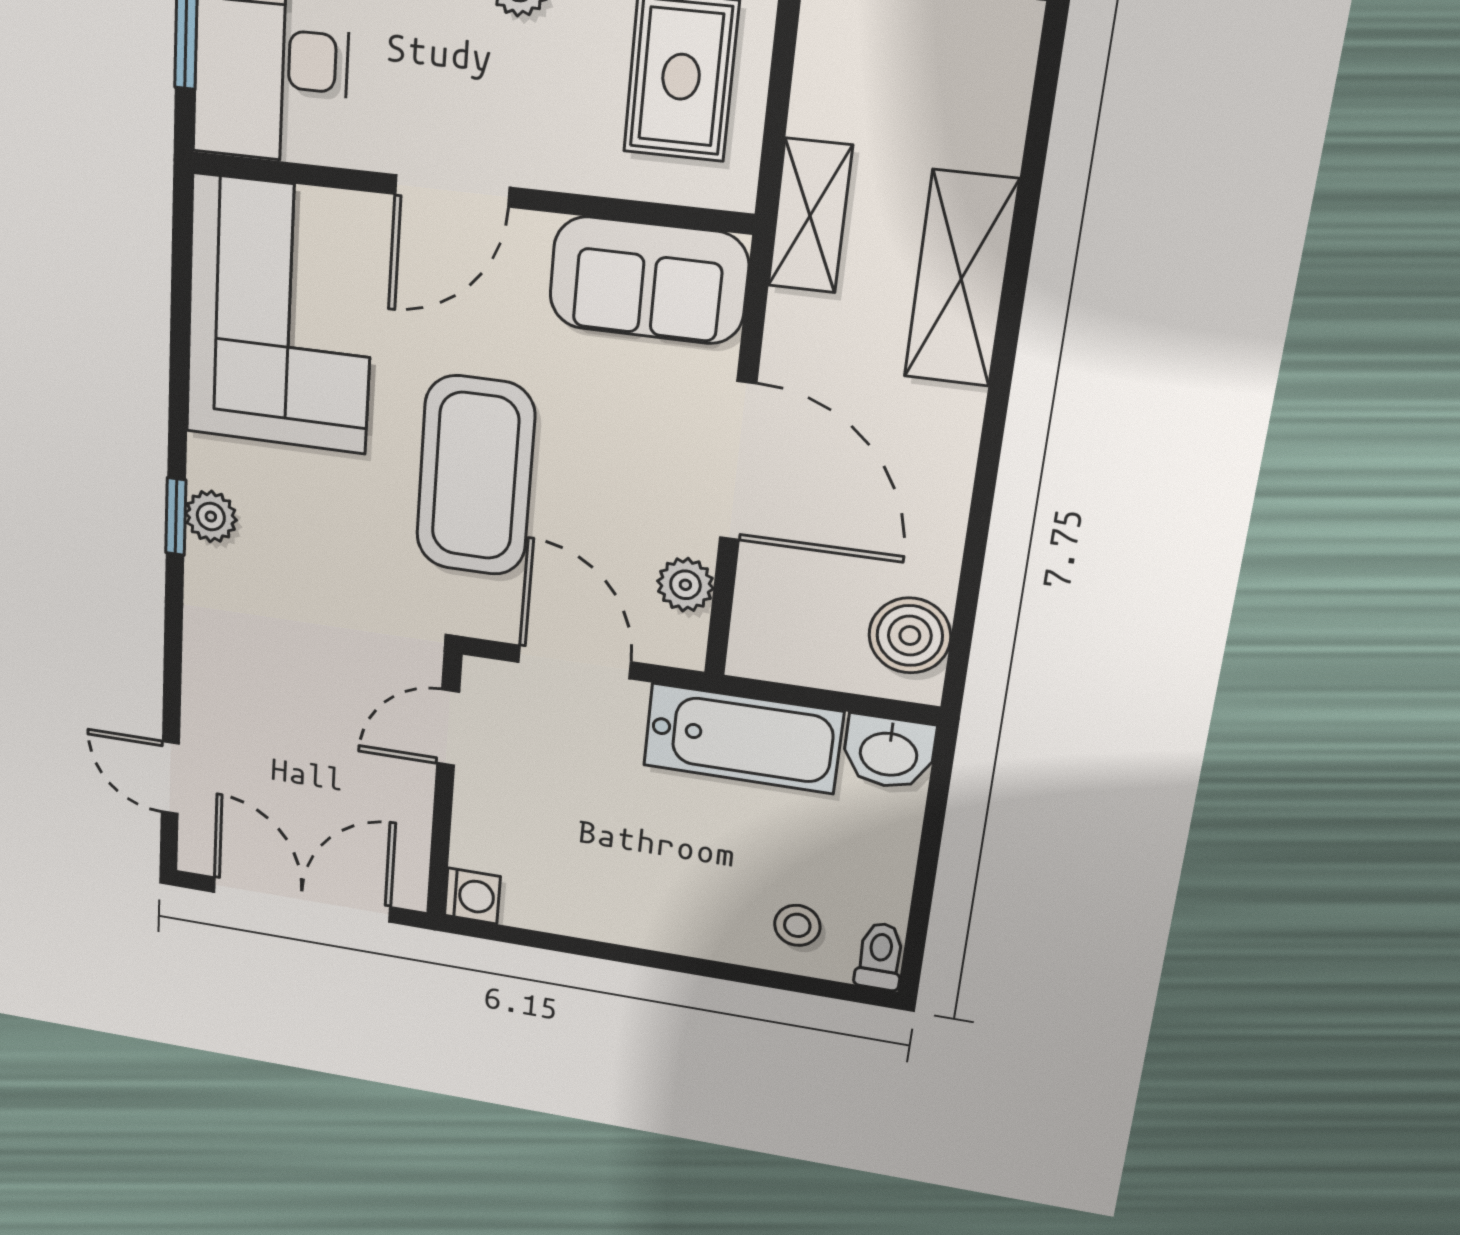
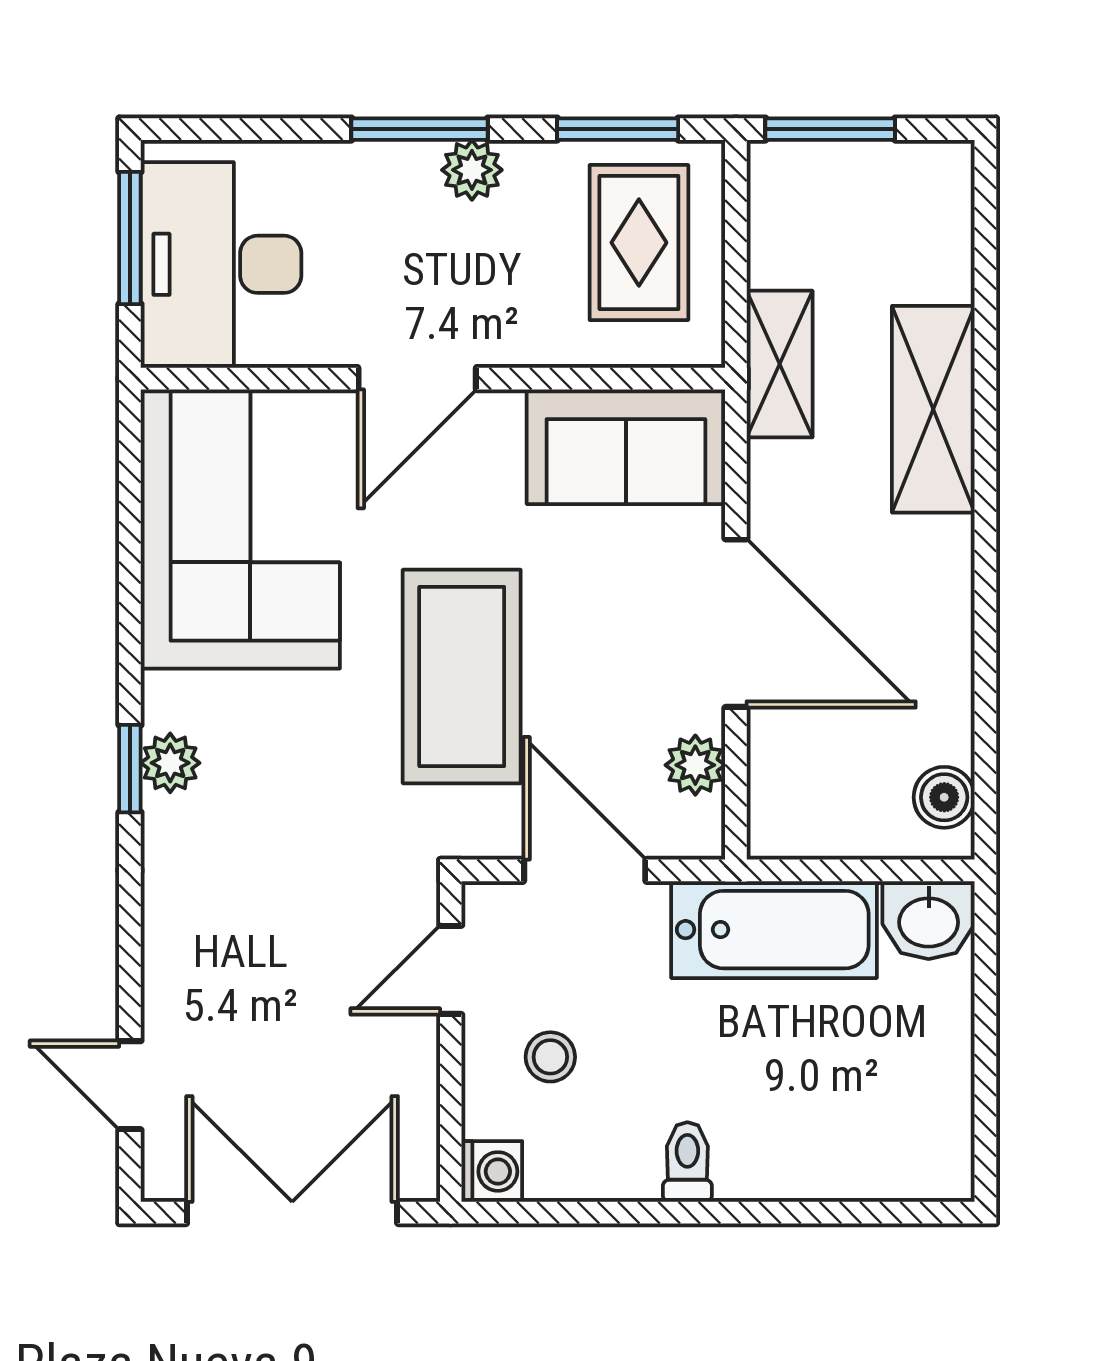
boiler: (910, 636) -> (944, 797), width x0.73, depth x0.73
stool: (797, 925) -> (550, 1057), moved
toilet: (880, 956) -> (687, 1162), moved

